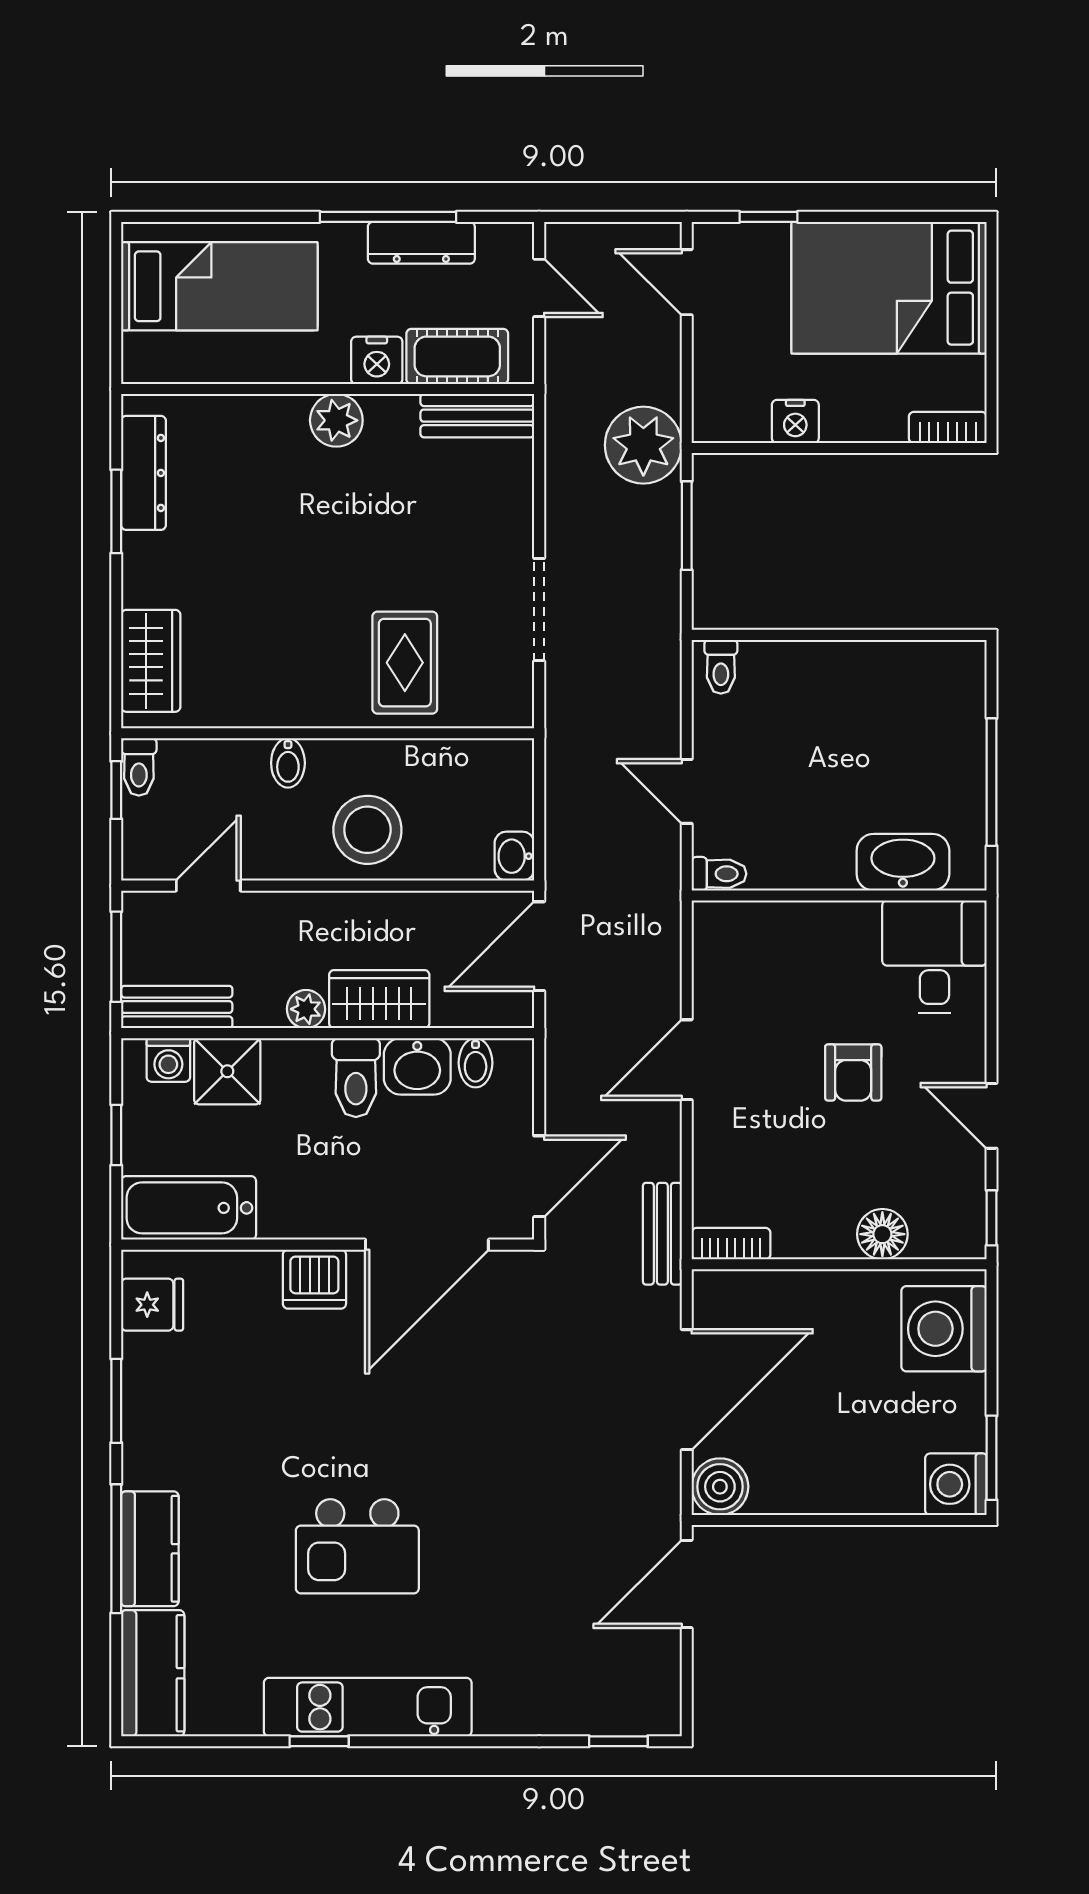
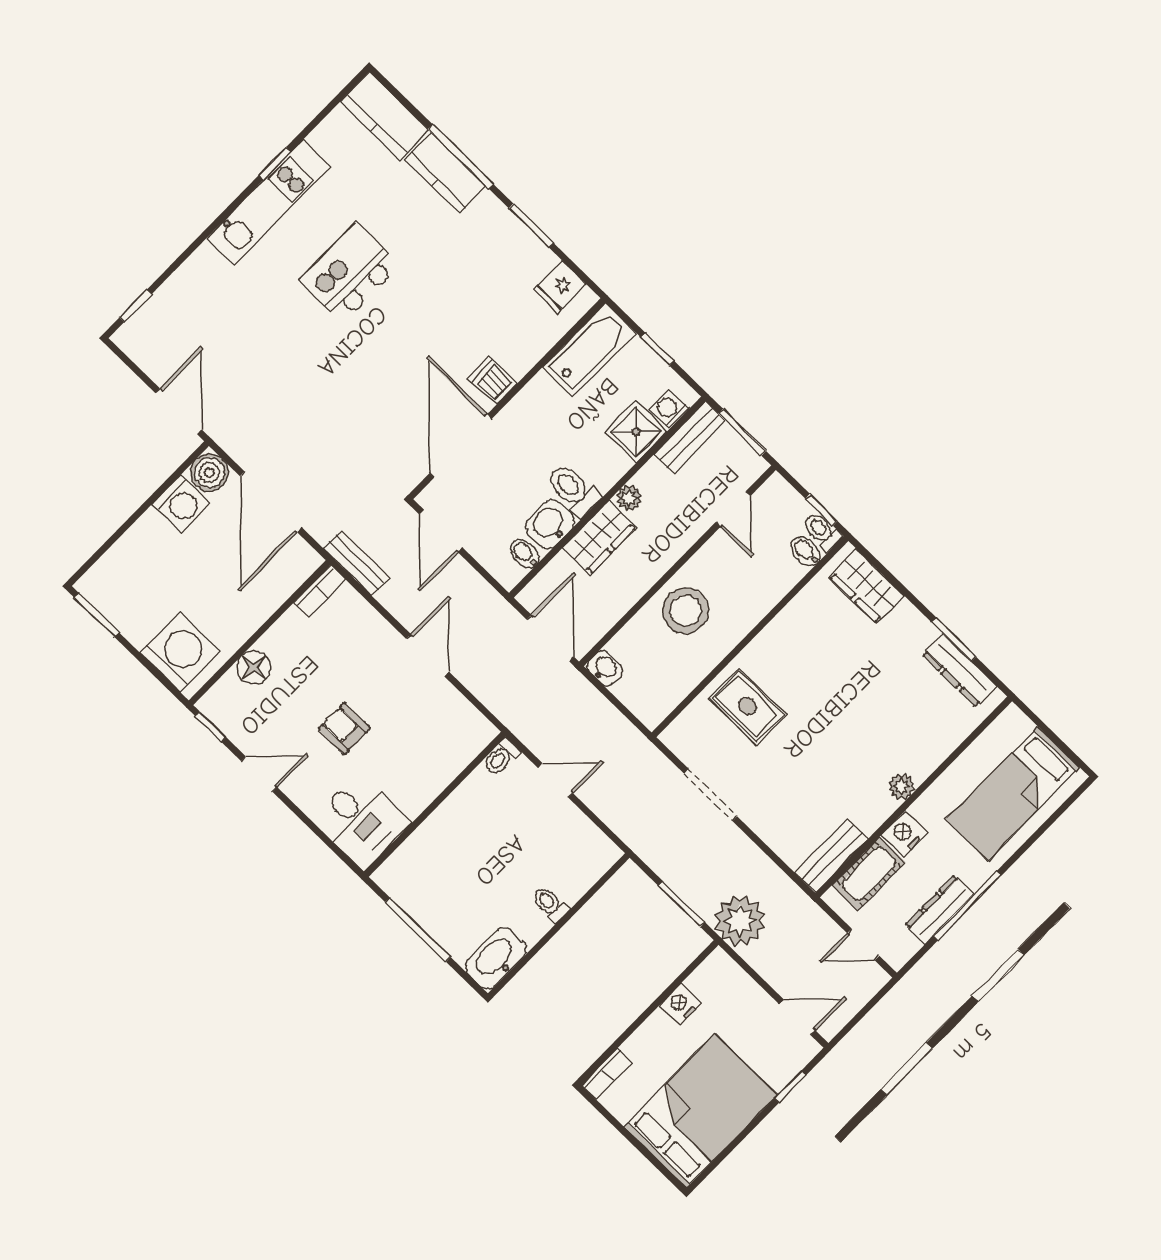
plant: (336, 420) -> (901, 786), width x0.73, depth x0.73
toilet: (721, 667) -> (550, 904), moved
bidet: (288, 763) -> (806, 551), moved
washbasin: (903, 862) -> (496, 958), moved, turned 180
dishwasher: (314, 1279) -> (493, 380), width x0.73
washing machine: (956, 1484) -> (181, 504), moved, turned 90

